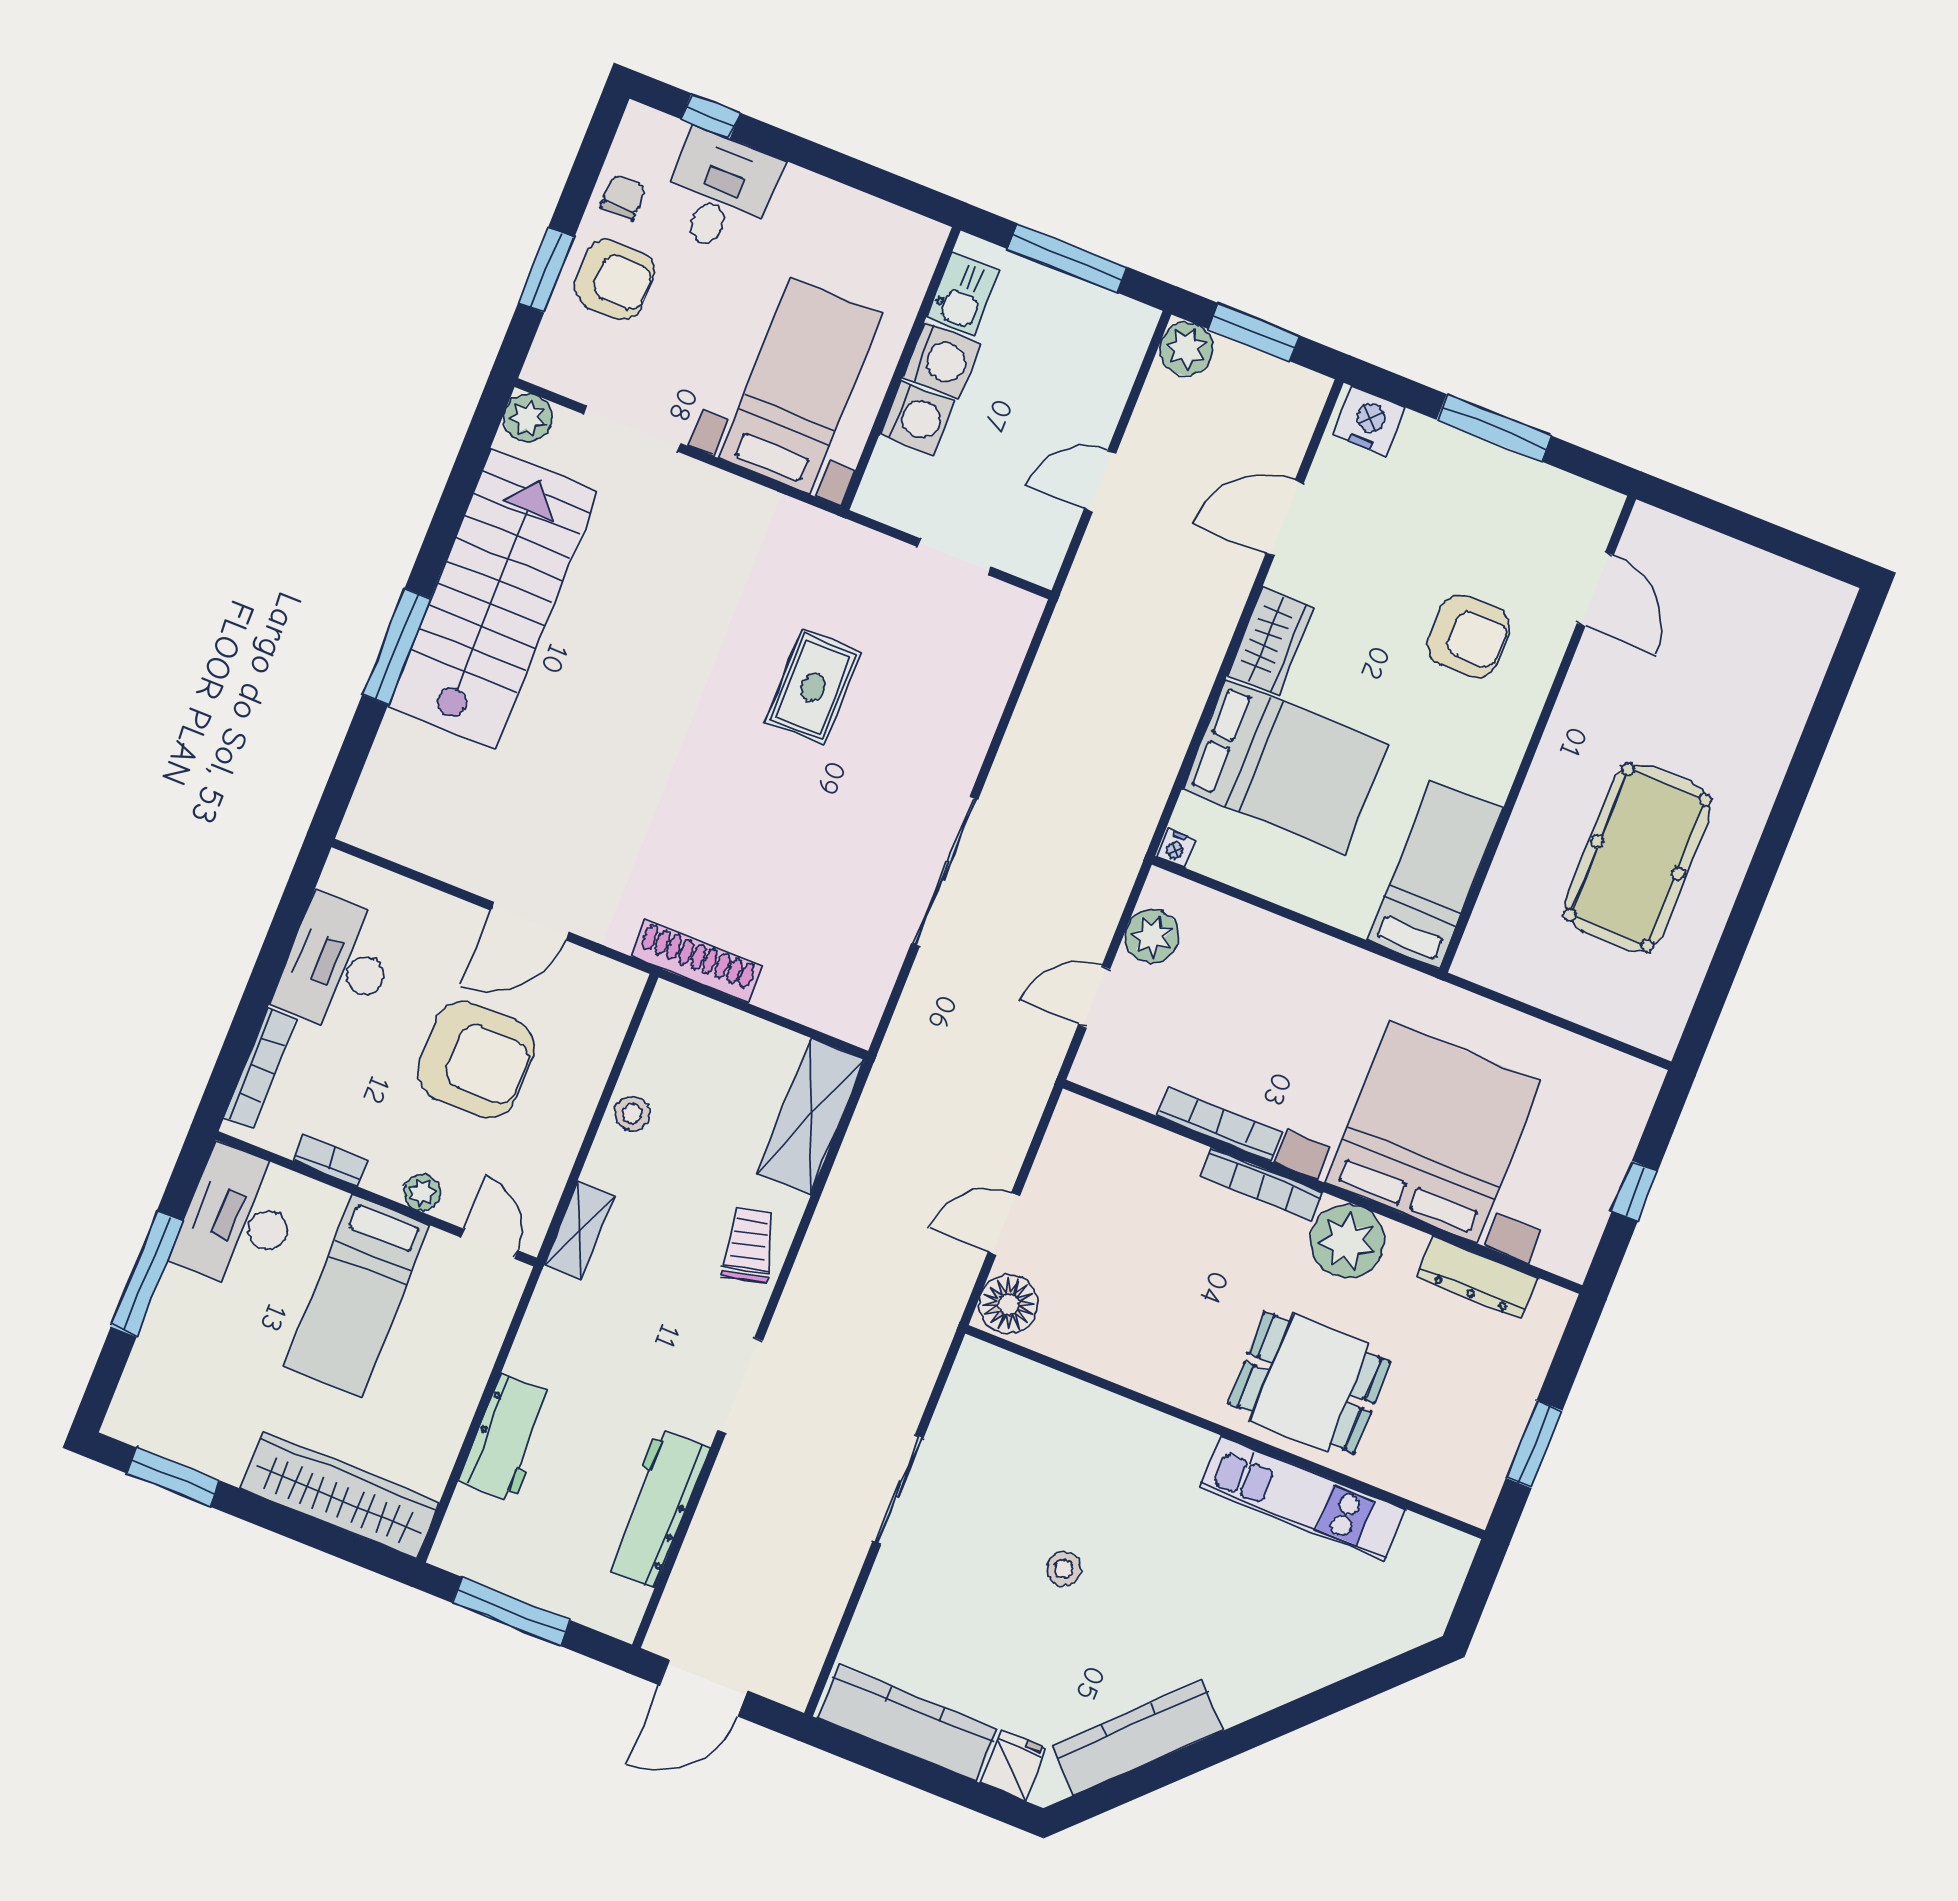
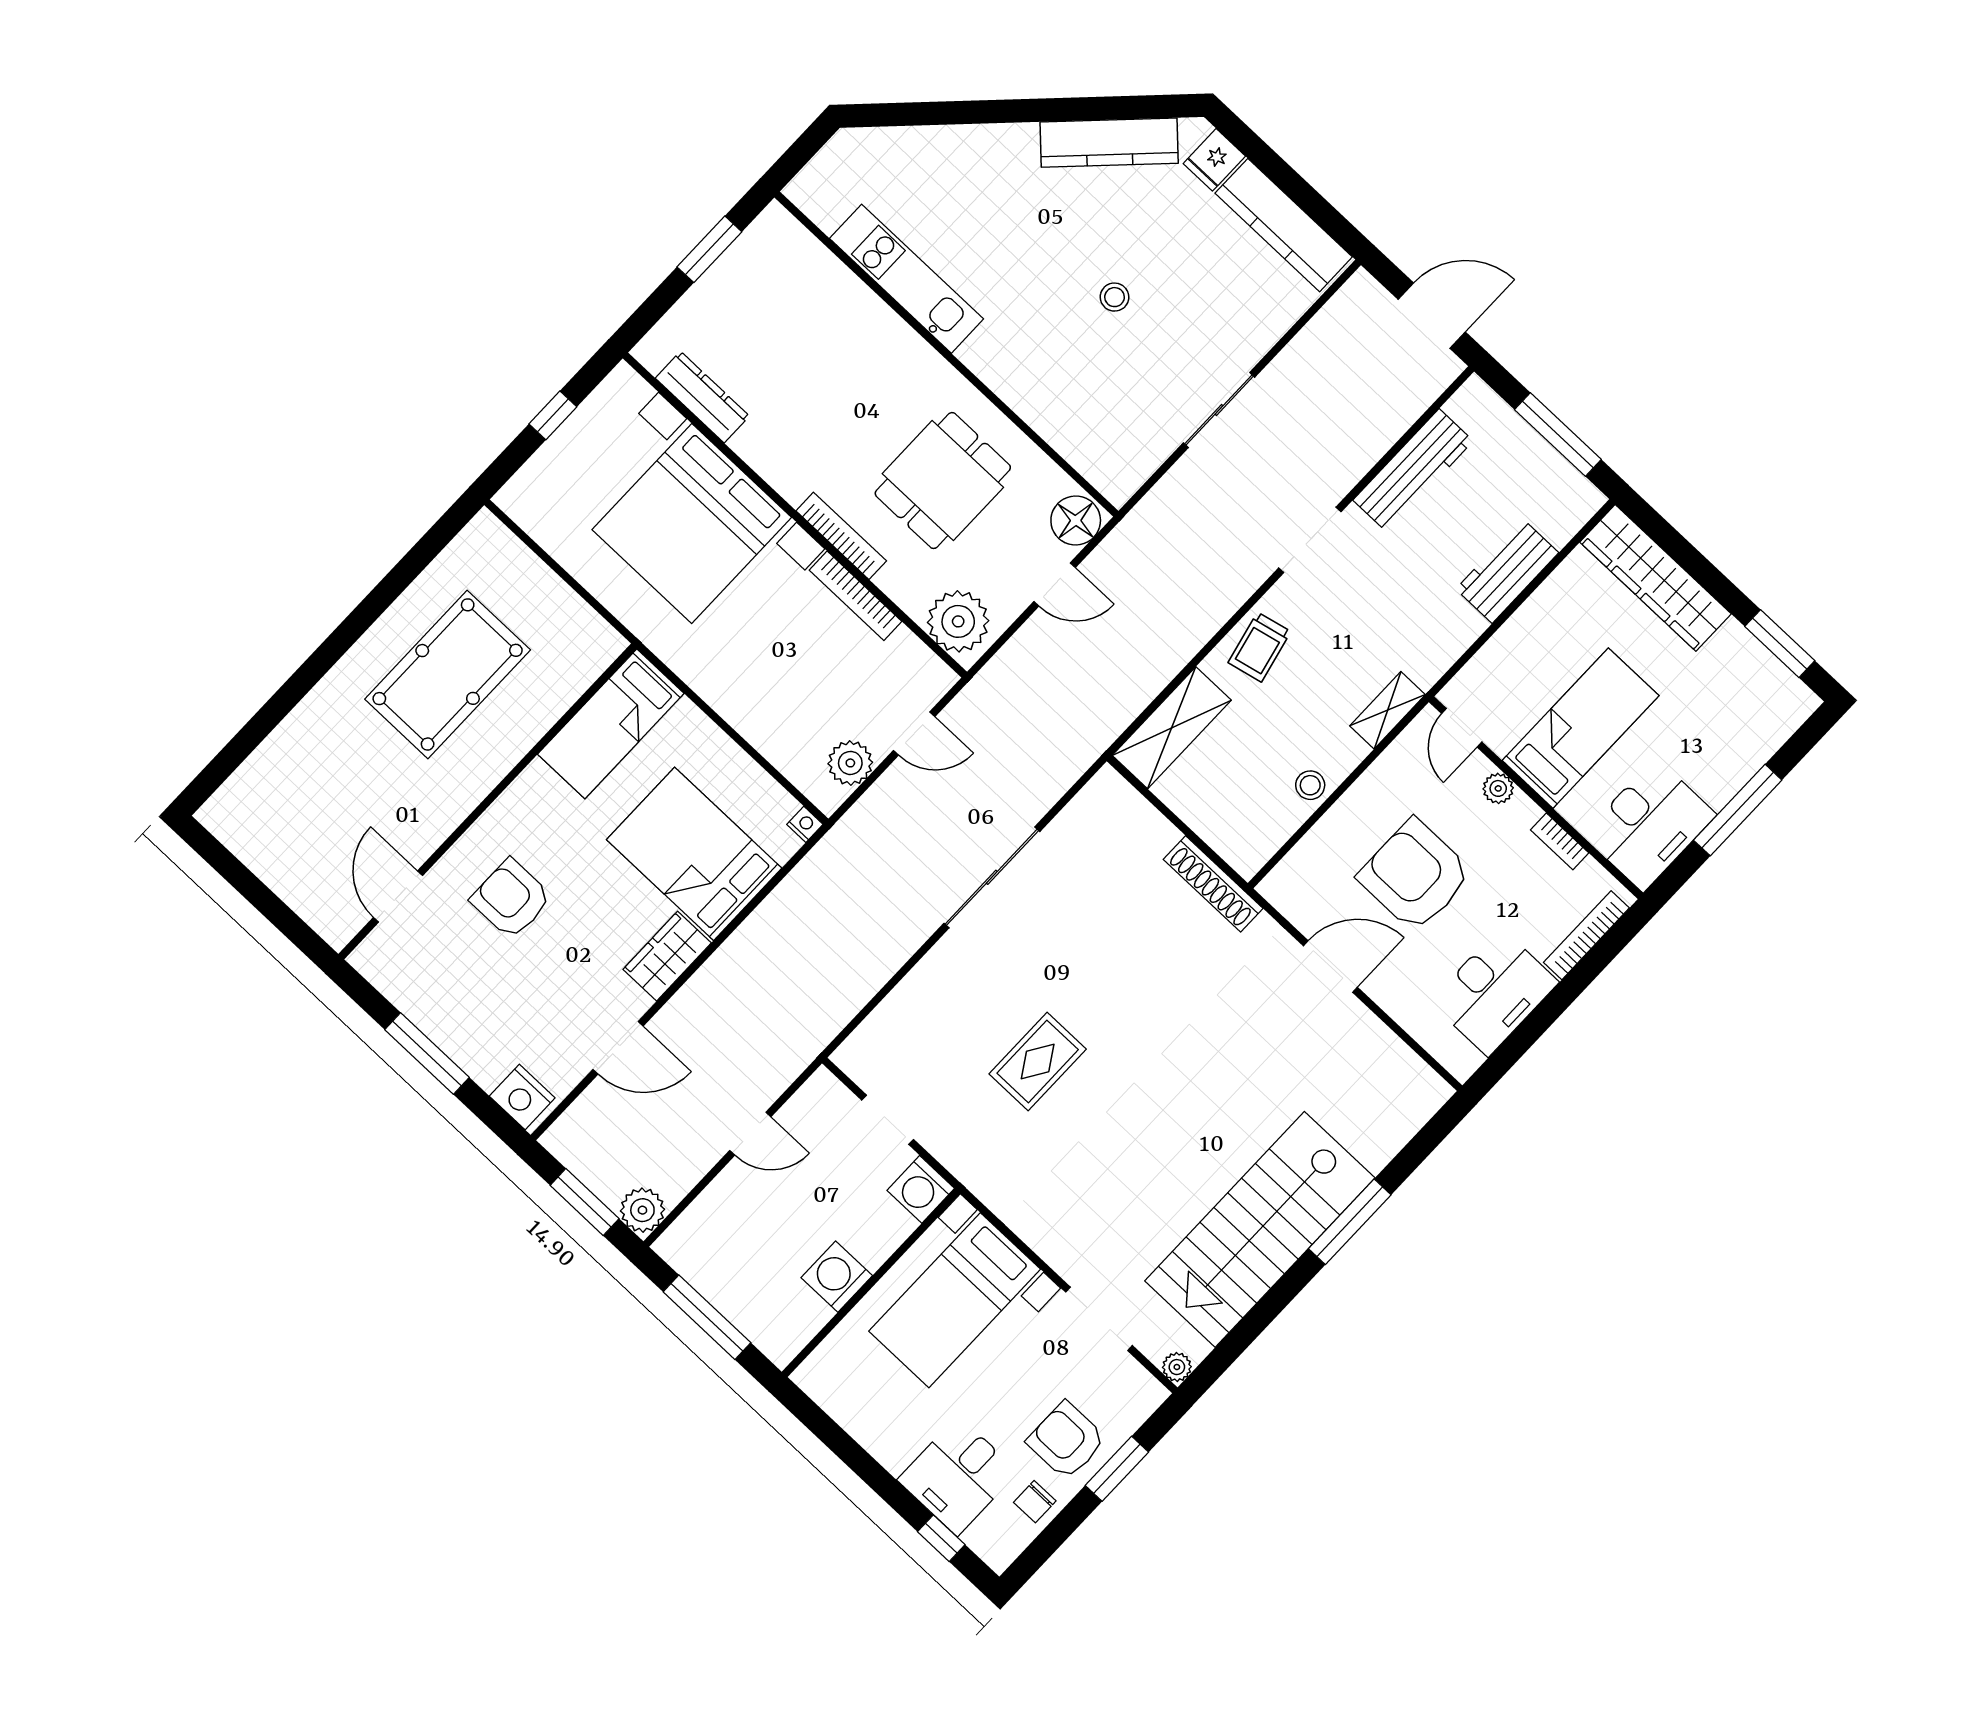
kitchen sink: (963, 294) -> (800, 1321), removed
plant: (528, 418) -> (1177, 1367), width x0.73, depth x0.73
washing machine: (917, 418) -> (921, 1189), moved, turned -90
plant: (1347, 1241) -> (958, 621), moved
dining table: (1310, 1383) -> (943, 481), moved, turned 90

